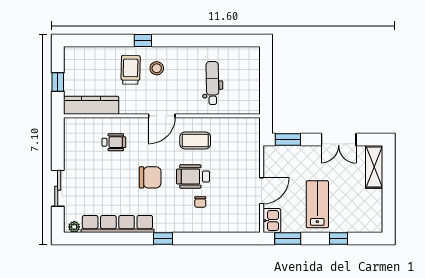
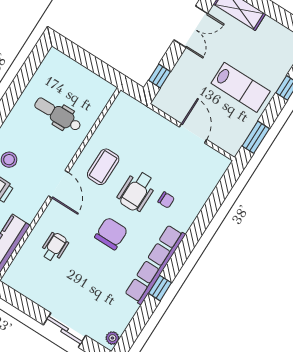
window: (288, 140) -> (159, 76), width x0.67
lab bench: (317, 204) -> (241, 87), turned 180
kitchen sink: (272, 221) -> (228, 142), removed
row of seats: (117, 224) -> (155, 264), moved
window: (163, 239) -> (160, 288), moved

